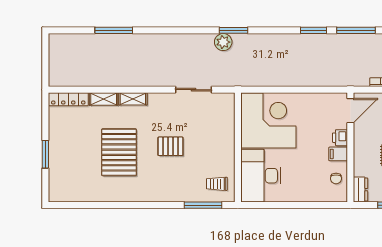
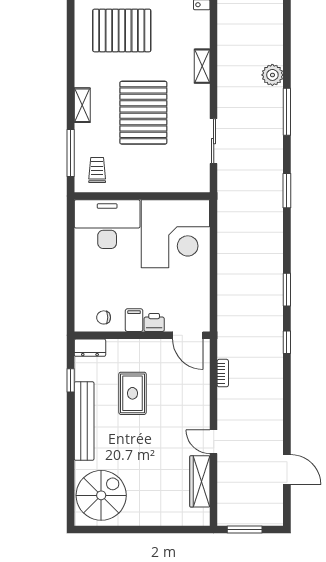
window: (114, 30) -> (287, 112), moved
window: (356, 30) -> (287, 342), width x0.46
plant: (223, 42) -> (272, 75), moved
shelving: (104, 99) -> (82, 105), moved
pallet: (170, 146) -> (143, 113), width x2.05, depth x2.00
pallet: (119, 152) -> (122, 30), moved

